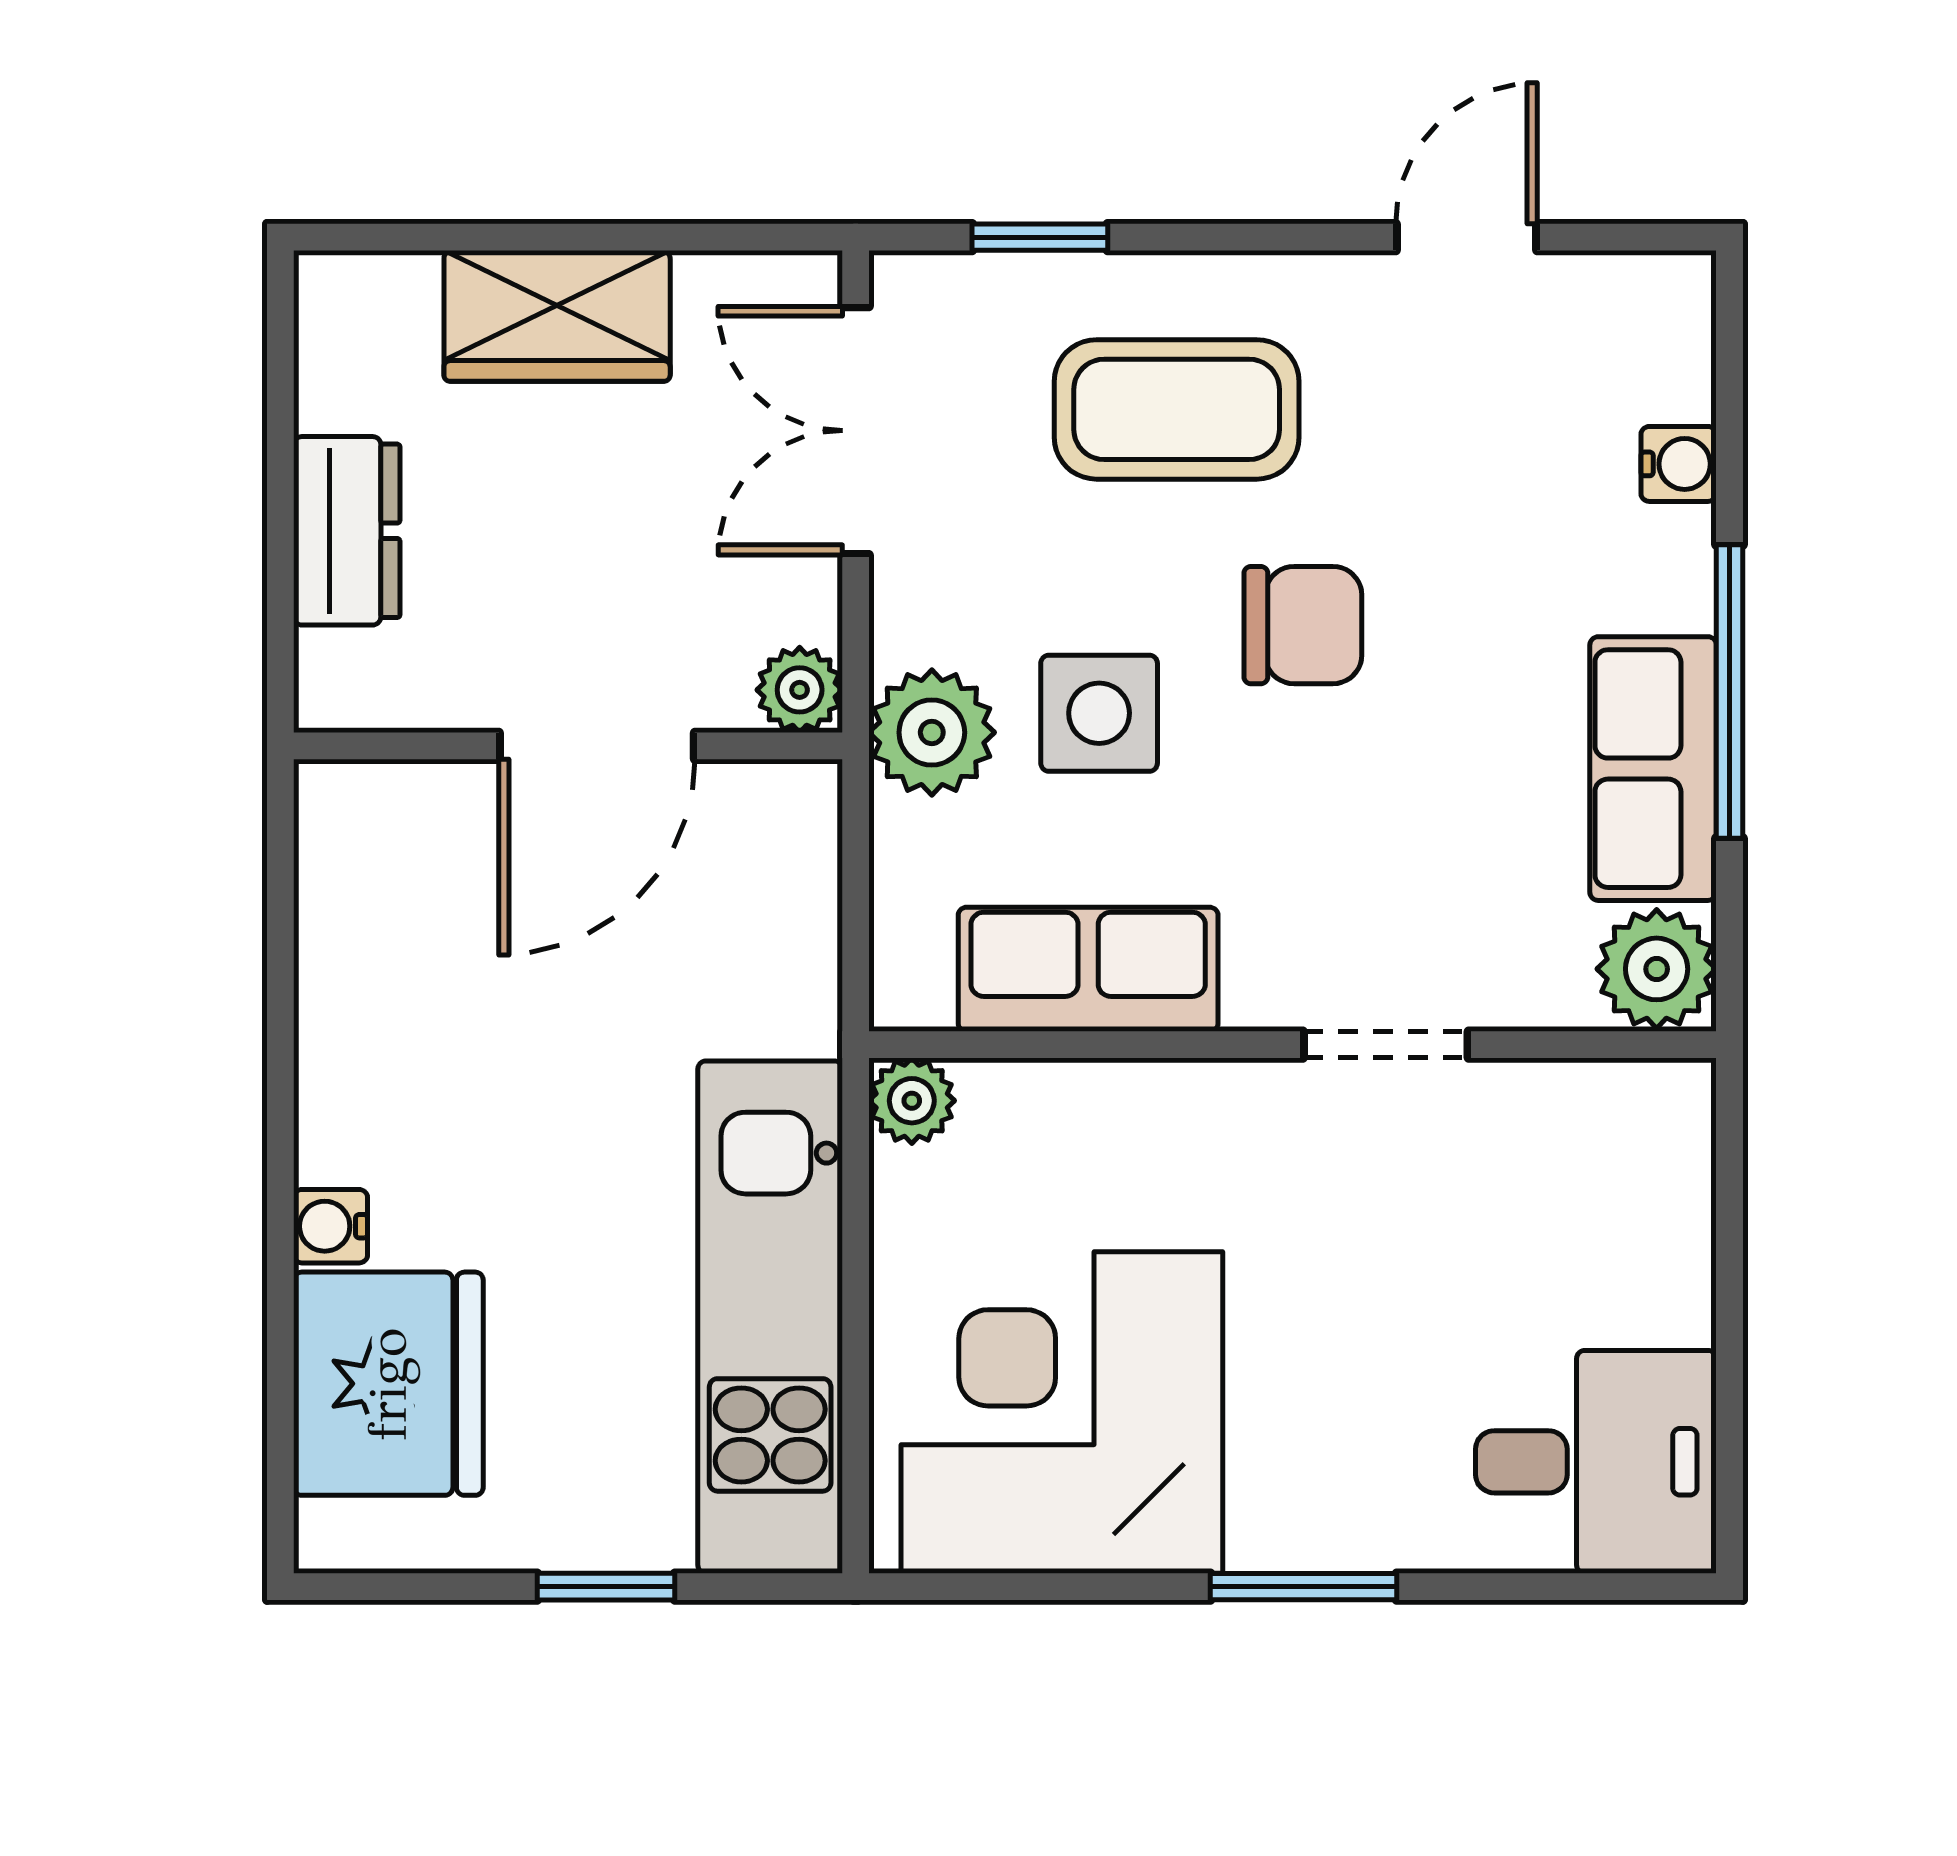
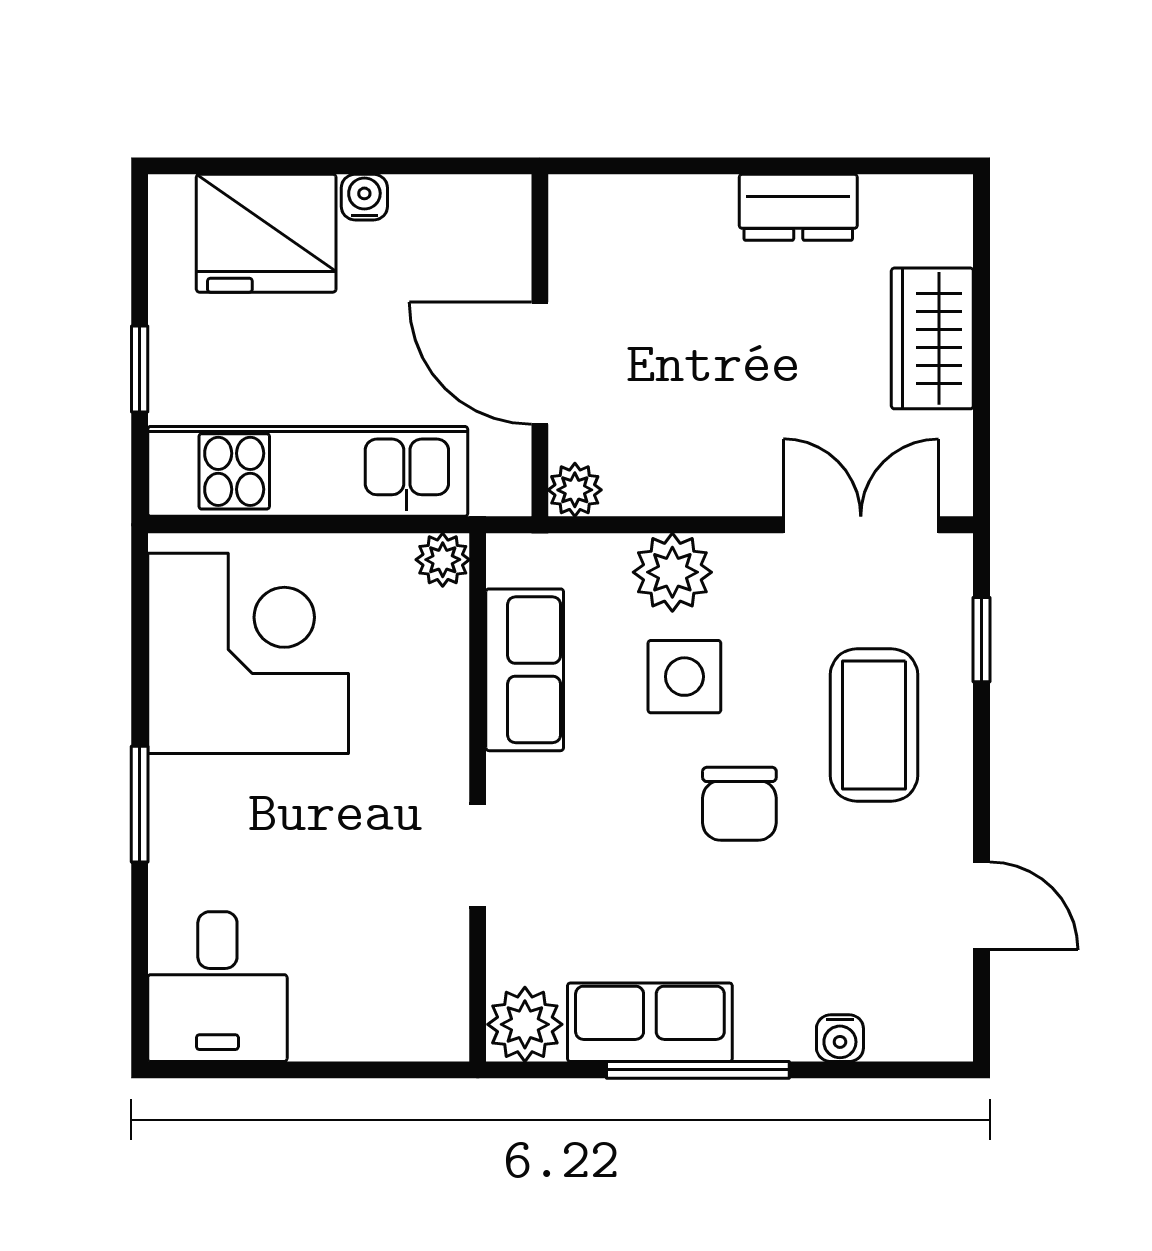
plant: (800, 690) -> (575, 490), moved
wall: (568, 746) -> (540, 345), moved
door: (597, 746) -> (540, 363), moved

